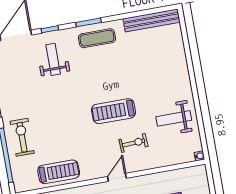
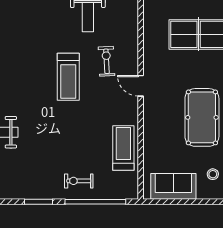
exercise bike: (22, 137) -> (79, 181), width x0.73, depth x0.72

